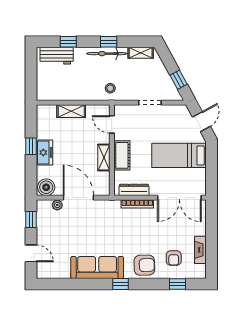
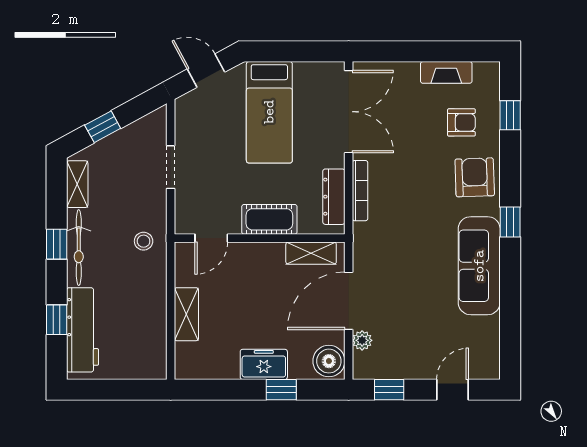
workbench: (57, 56) -> (83, 330), width x1.37
window: (179, 80) -> (103, 127), moved
window: (31, 146) -> (281, 390), moved
shelving: (104, 158) -> (311, 253), moved

